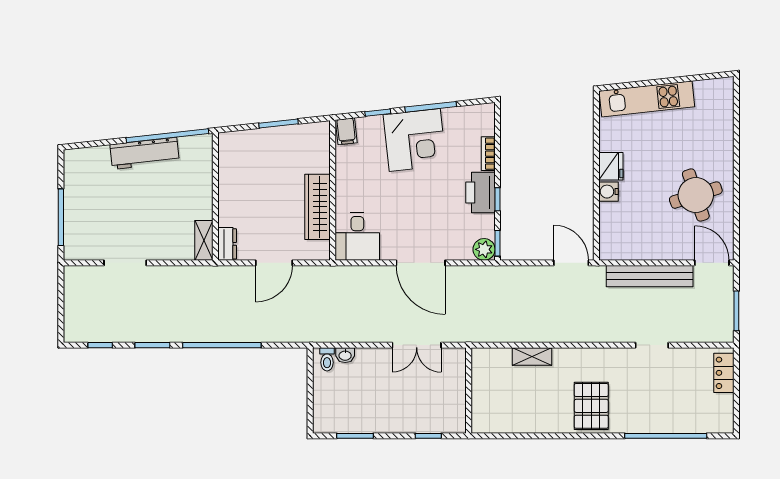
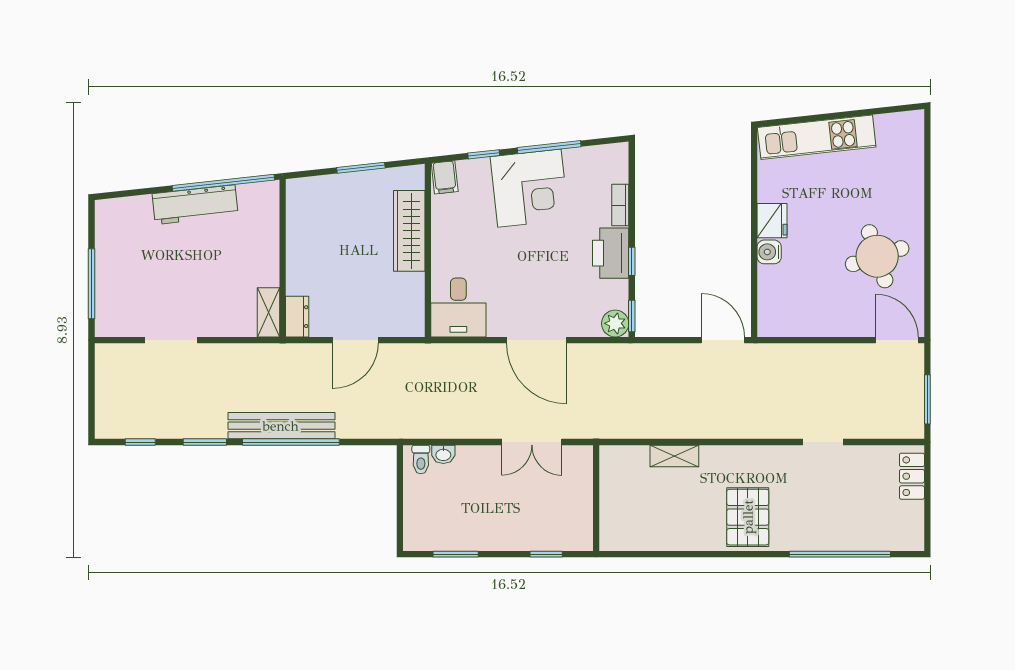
wardrobe: (318, 207) -> (409, 231), moved
bench: (650, 276) -> (281, 426), moved

